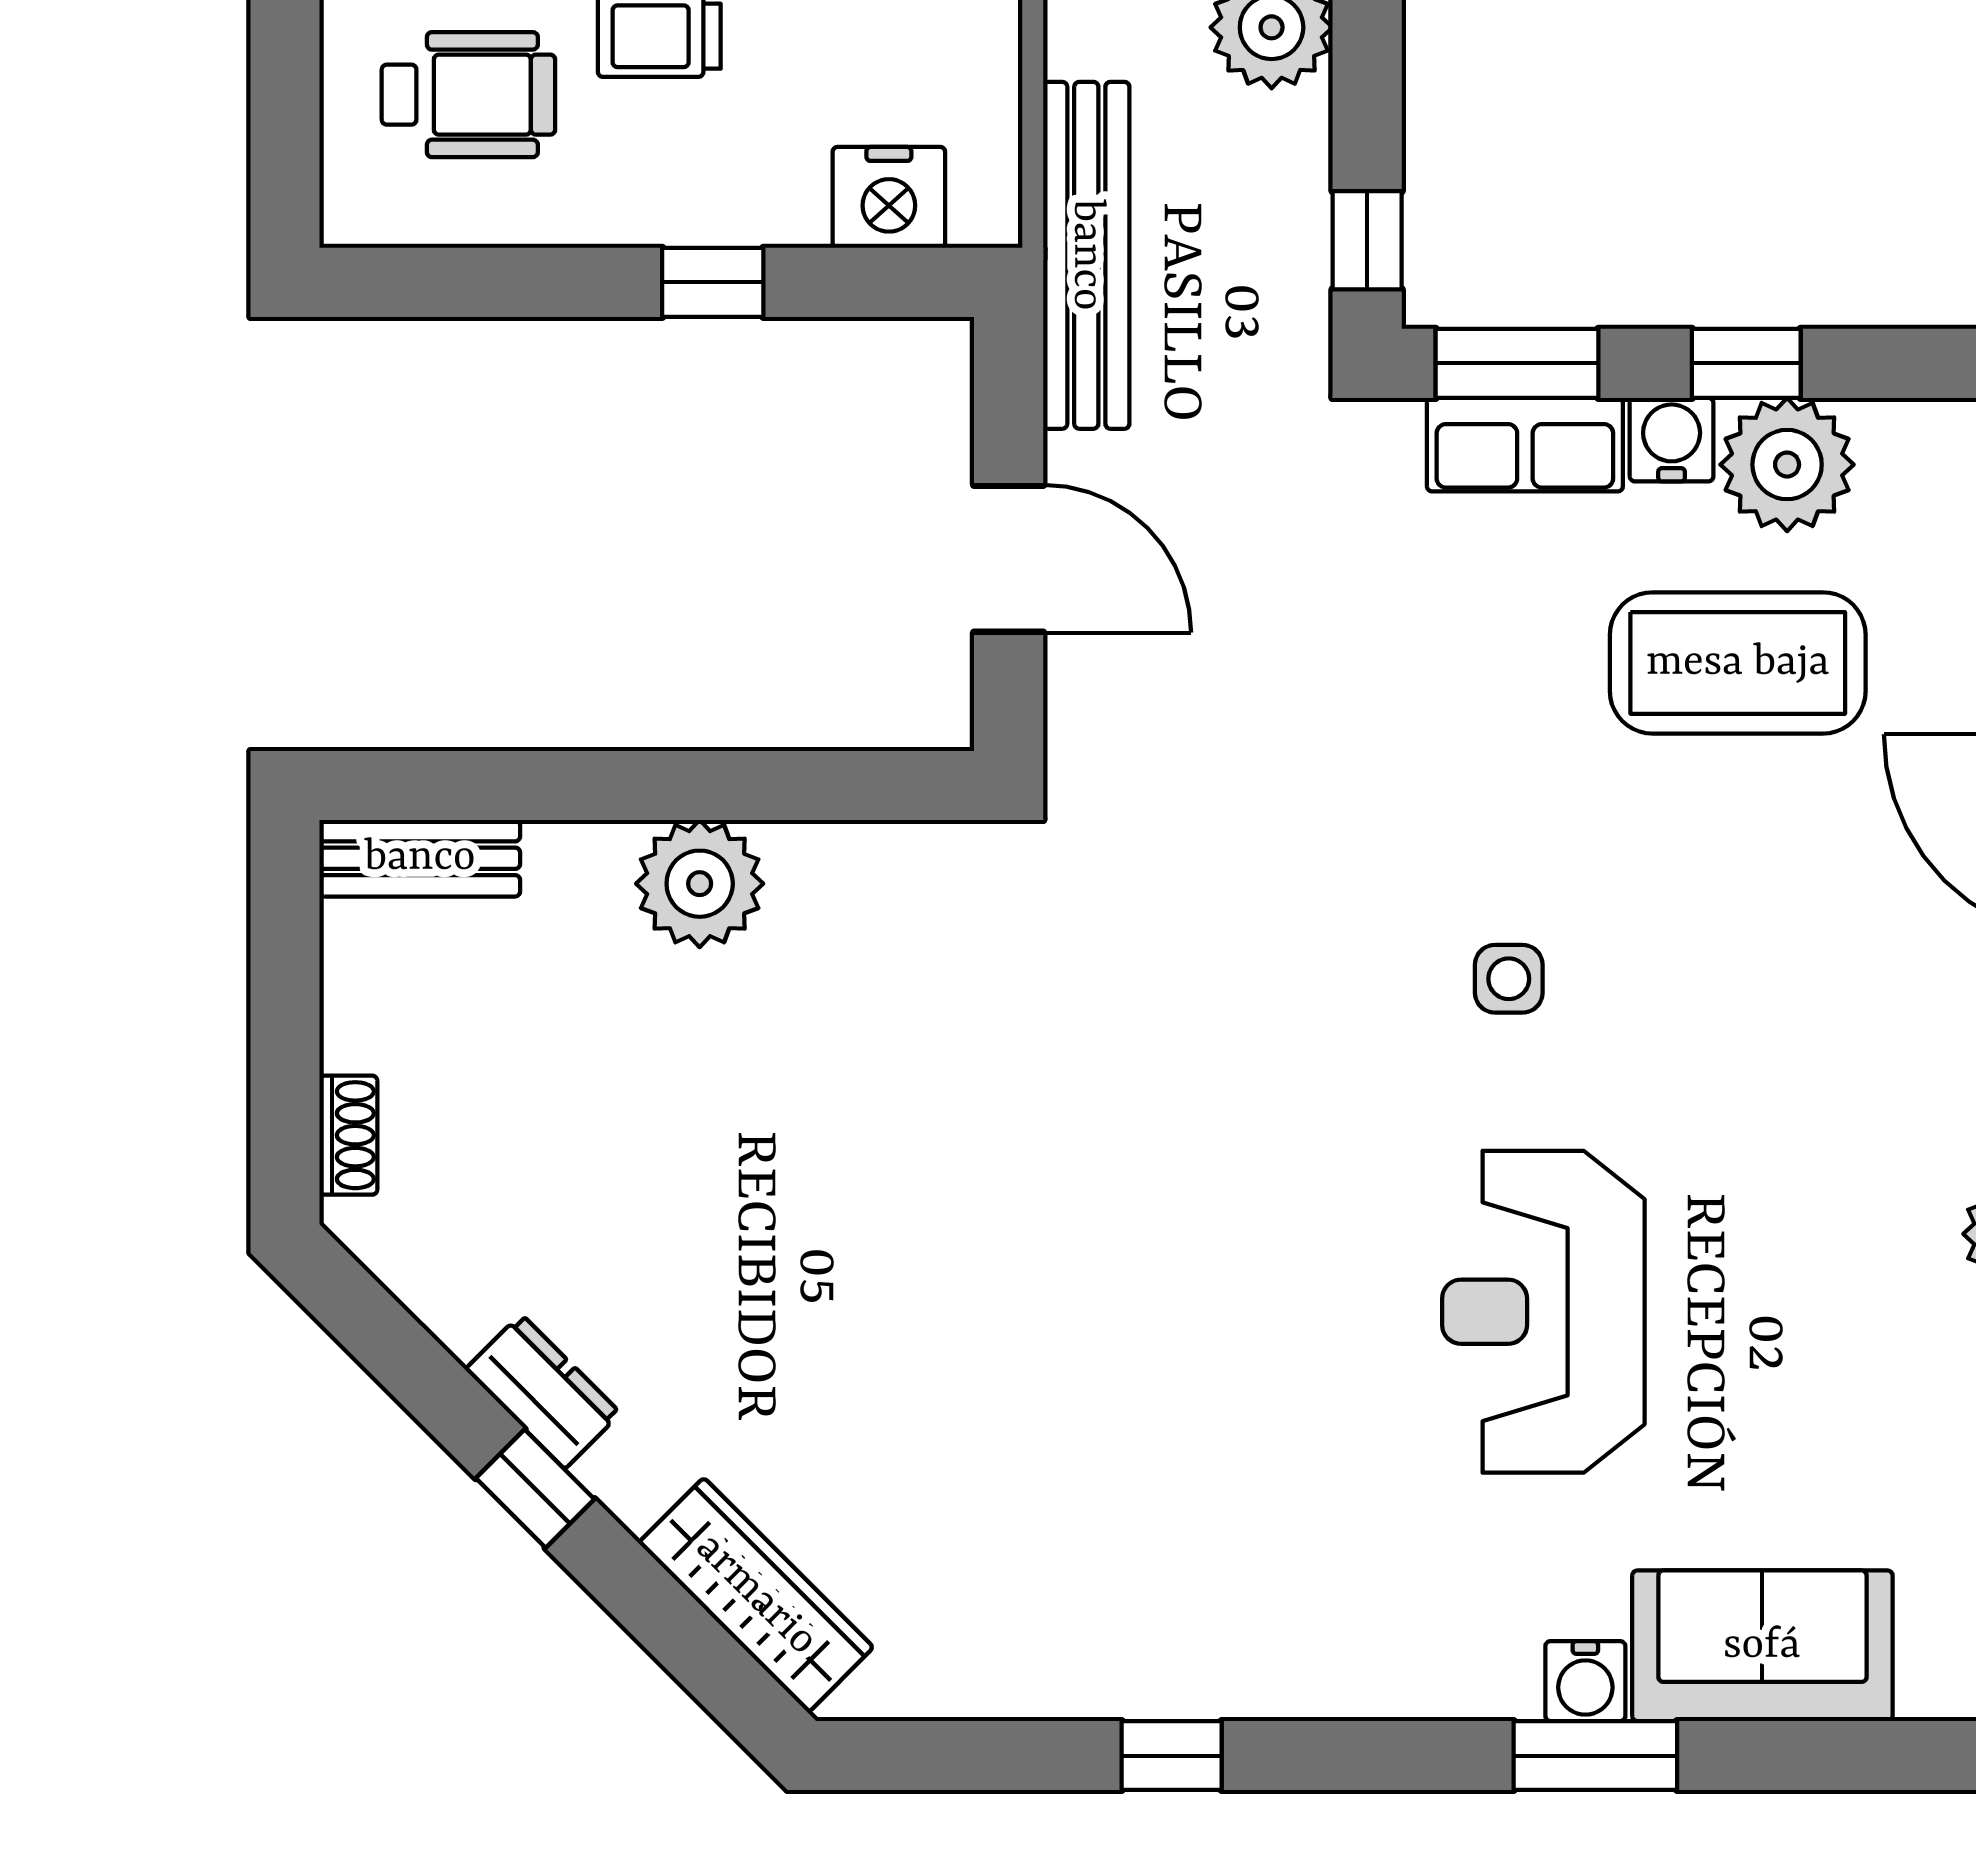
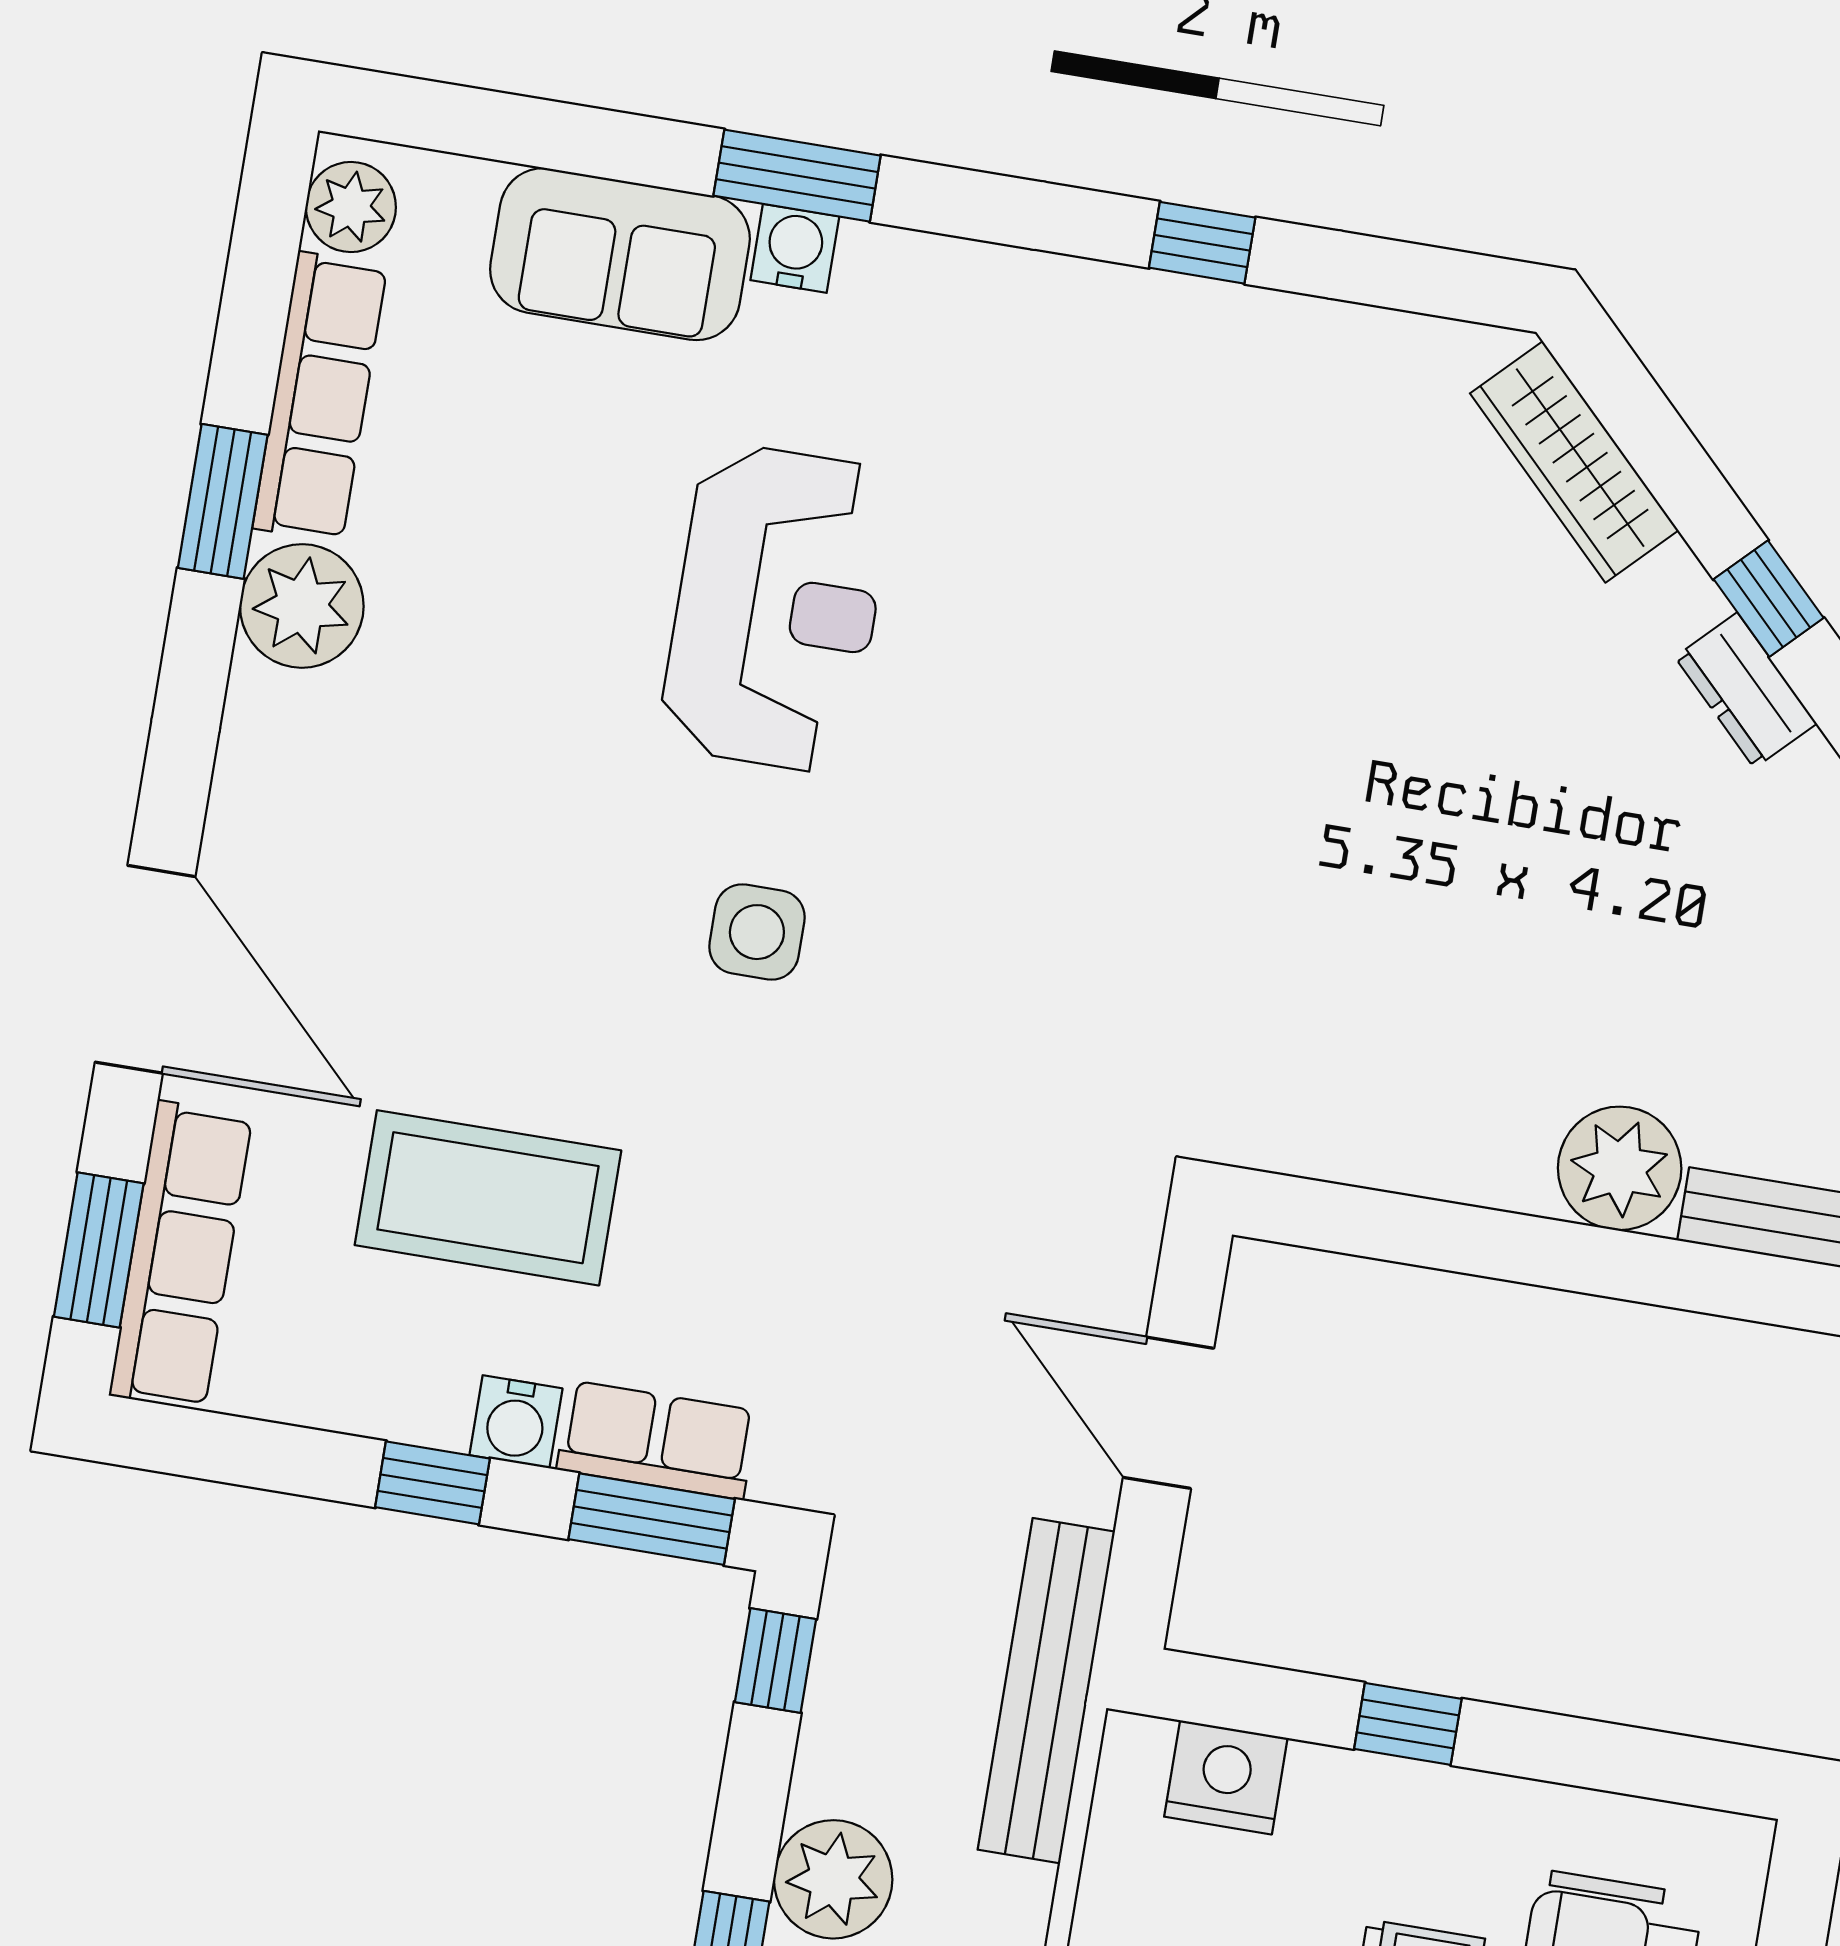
plant: (1787, 465) -> (409, 1380), removed
plant: (700, 884) -> (1620, 1168), moved
side table: (1509, 979) -> (757, 932), width x1.37, depth x1.37

